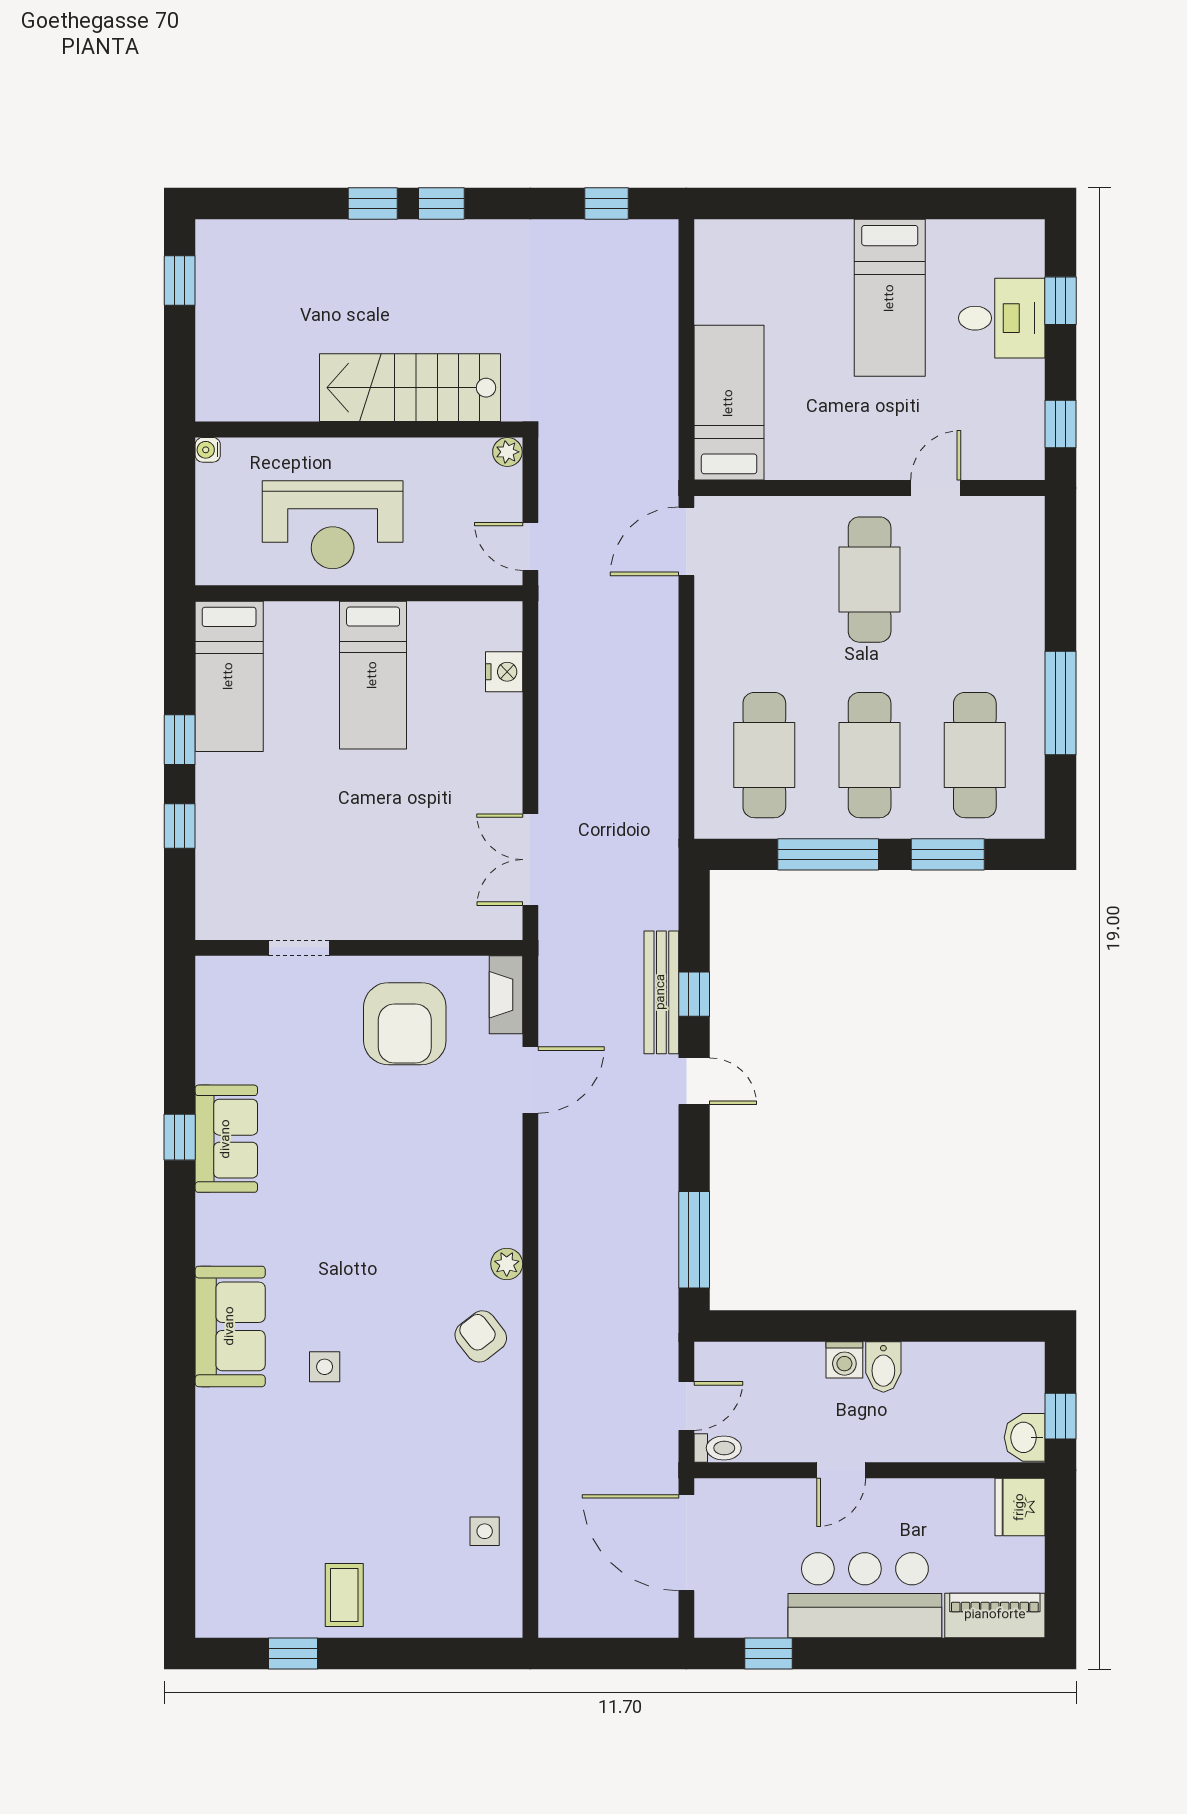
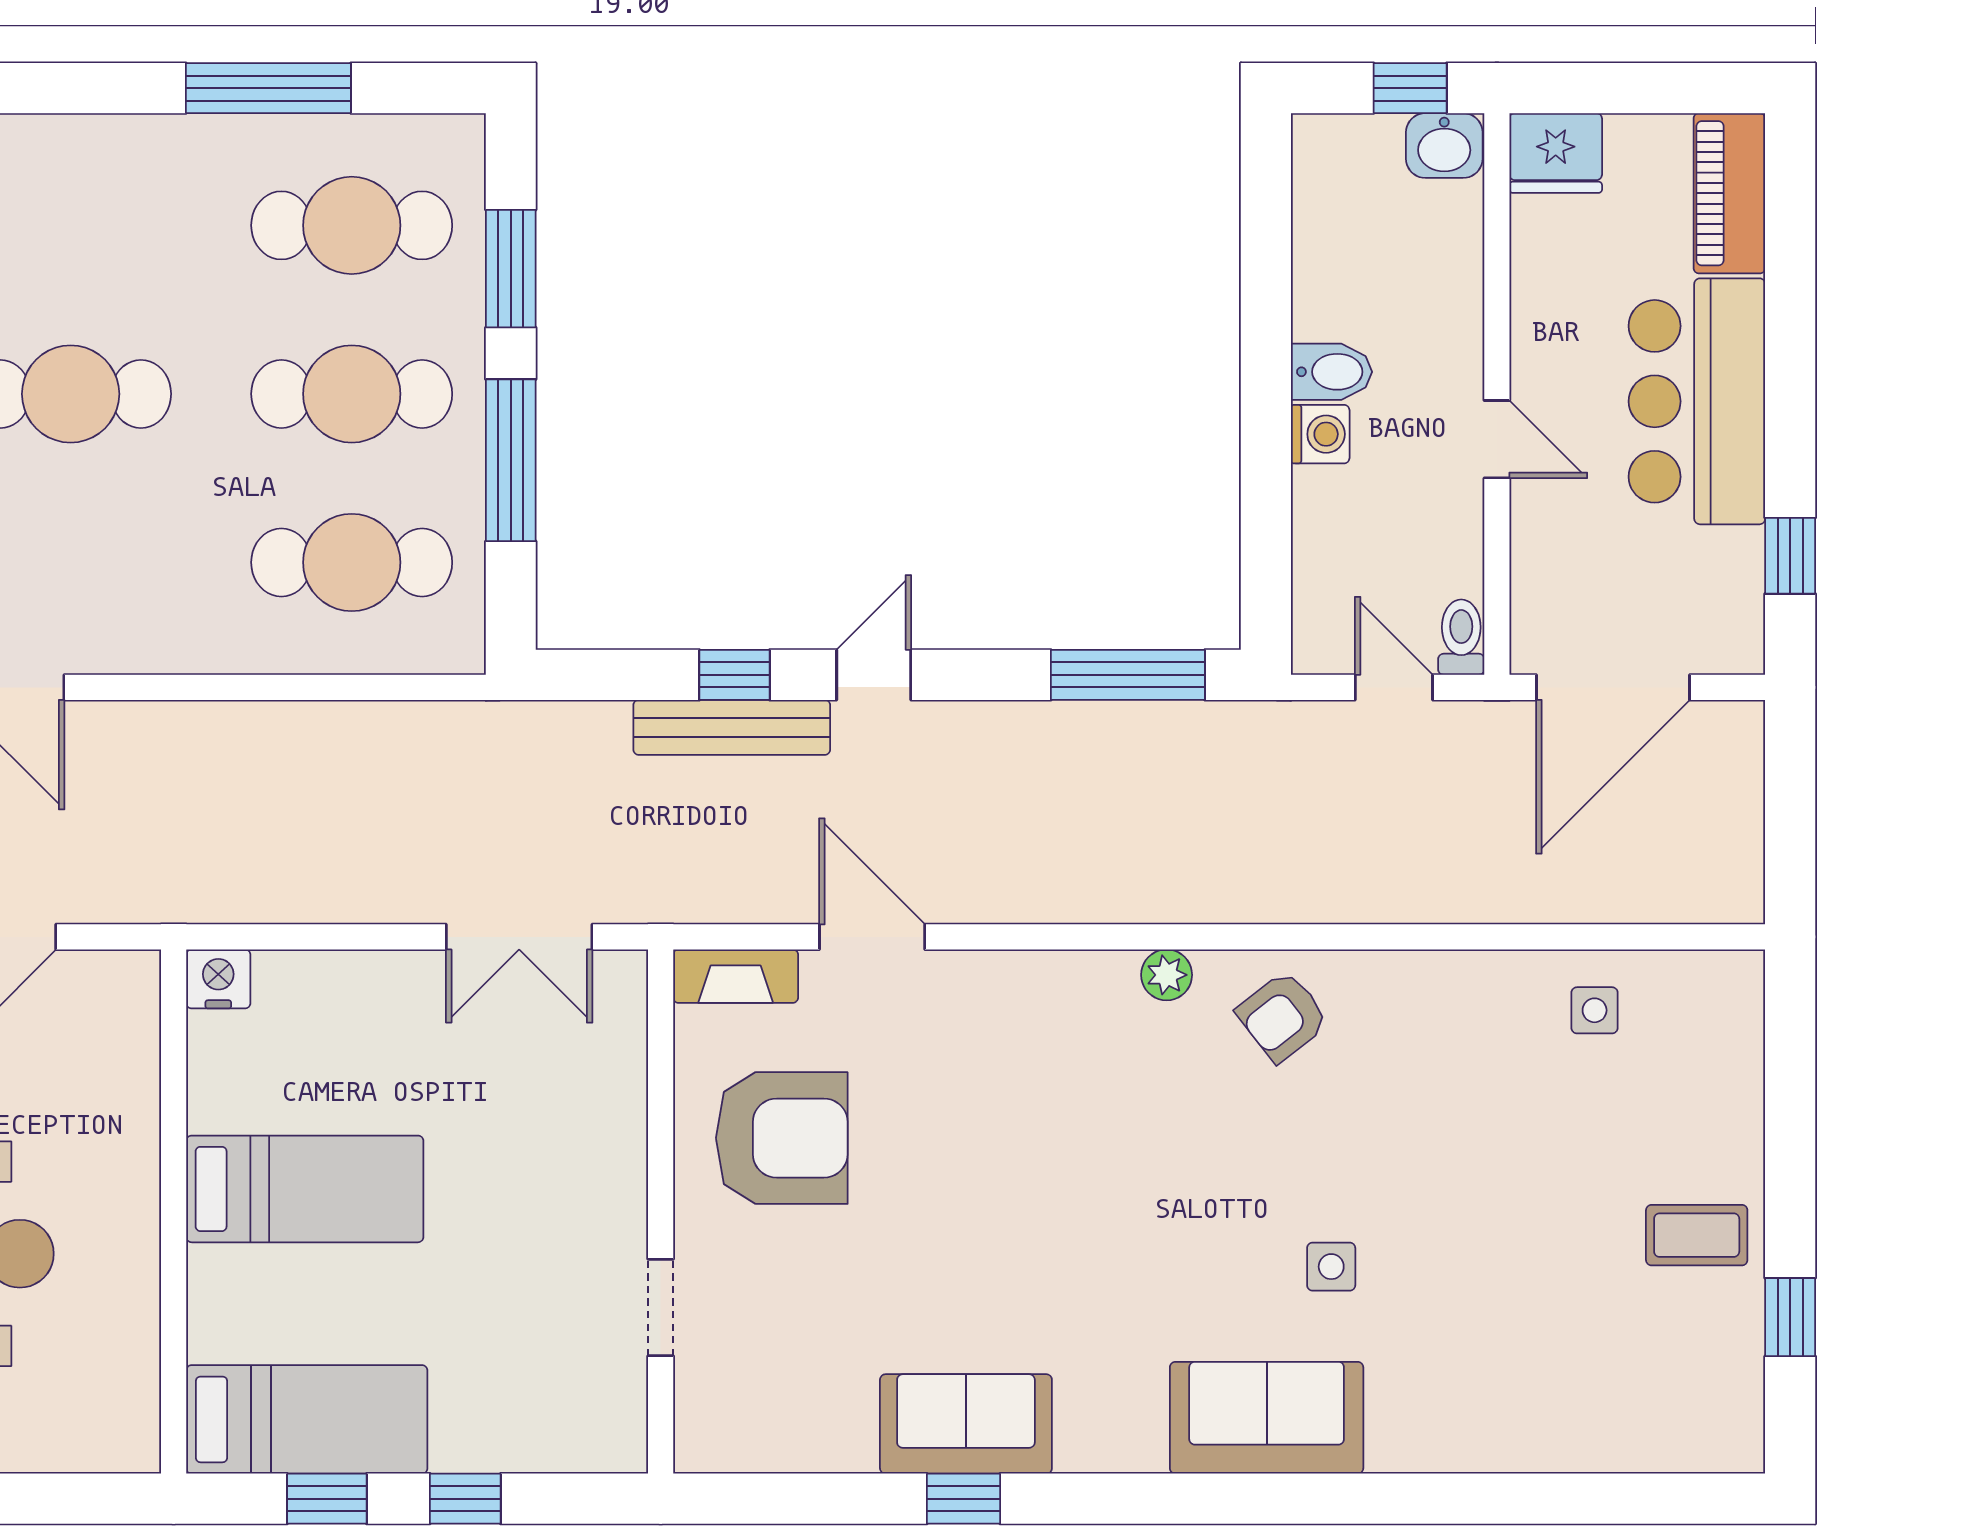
wall: (359, 593) -> (174, 1212), moved
bed: (373, 675) -> (305, 1189), moved
bed: (229, 676) -> (307, 1419), moved

